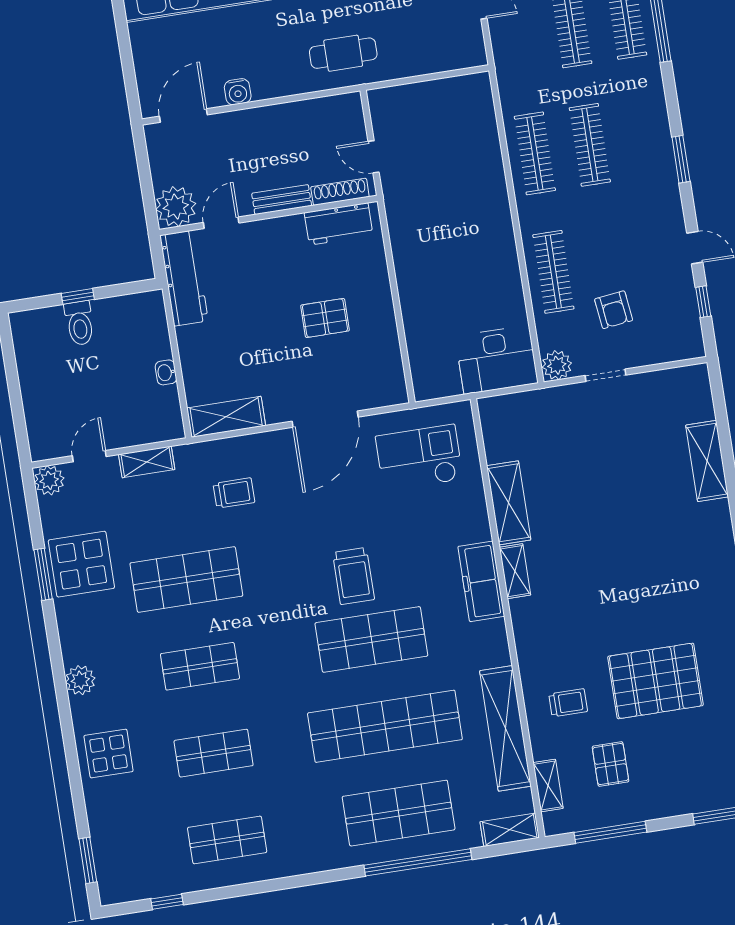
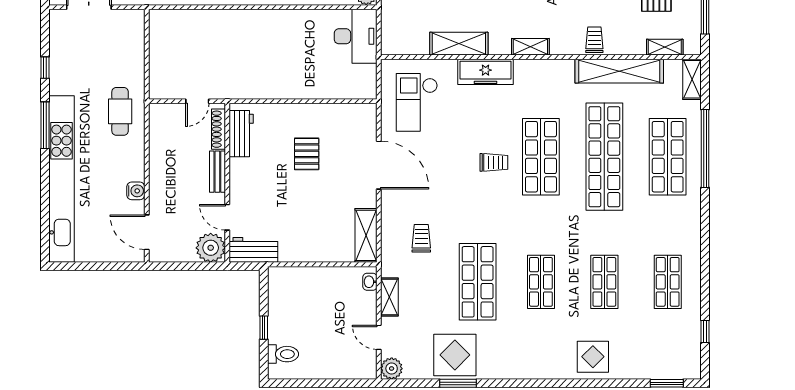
workbench: (184, 278) -> (253, 250), width x0.73
toilet: (79, 323) -> (283, 354), moved
washbasin: (166, 372) -> (370, 282), moved, turned 90
shelving: (515, 571) -> (530, 47), moved
trolley: (353, 576) -> (494, 162), width x0.73, depth x0.72
freezer: (481, 581) -> (486, 72), moved
plant: (80, 680) -> (537, 369), removed
trolley: (568, 703) -> (594, 40), moved

